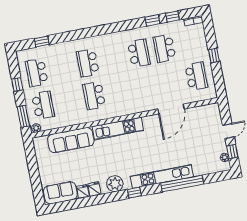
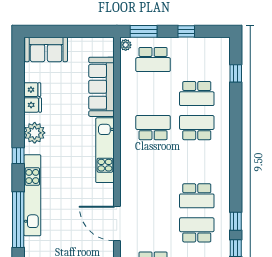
school desk: (37, 73) -> (197, 94), moved, turned 180
sofa: (60, 193) -> (46, 49), moved, turned 90

